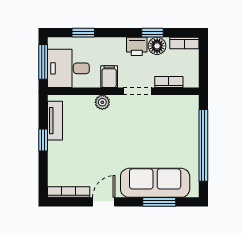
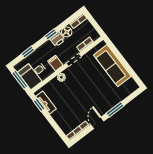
window: (153, 33) -> (51, 34), moved
window: (43, 140) -> (39, 105), moved
window: (203, 145) -> (123, 61), removed
sofa: (155, 183) -> (112, 66), moved, turned -90
window: (159, 202) -> (115, 109), moved

